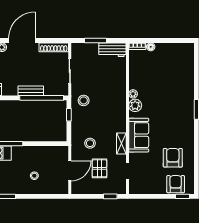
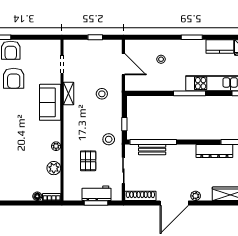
workbench: (112, 50) -> (97, 193), moved
bench: (31, 91) -> (152, 150), moved
plant: (135, 105) -> (54, 168), moved
pallet: (99, 168) -> (88, 161), moved
door: (70, 171) -> (123, 64), swing flipped
window: (110, 196) -> (95, 37), moved

